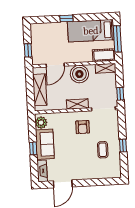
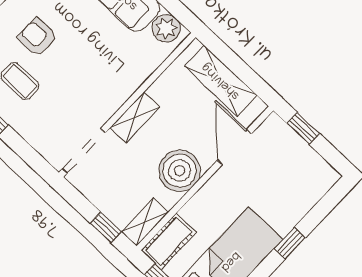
window: (120, 94) -> (106, 227), moved
armchair: (83, 127) -> (37, 37), moved

